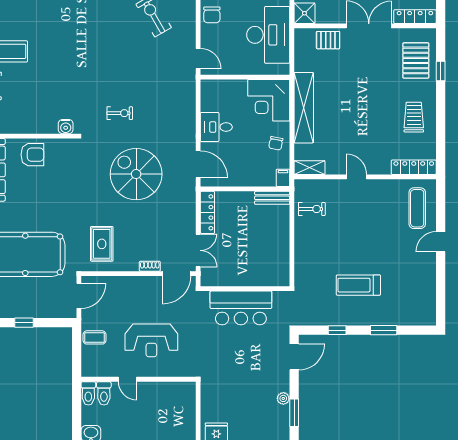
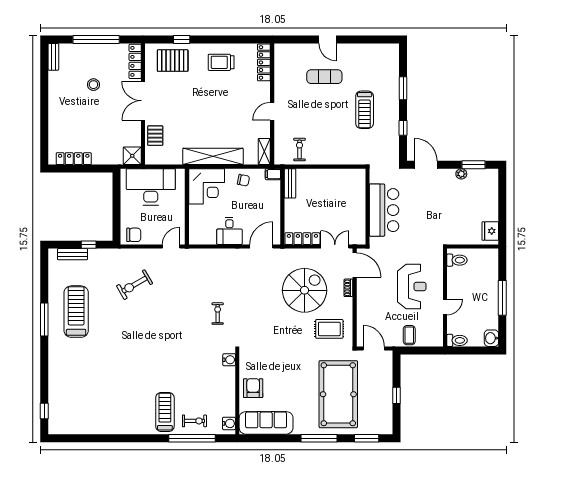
spiral stairs: (136, 174) -> (305, 290), moved, turned 180
exercise mat: (417, 208) -> (324, 77), moved
toilet: (104, 393) -> (457, 260), moved

